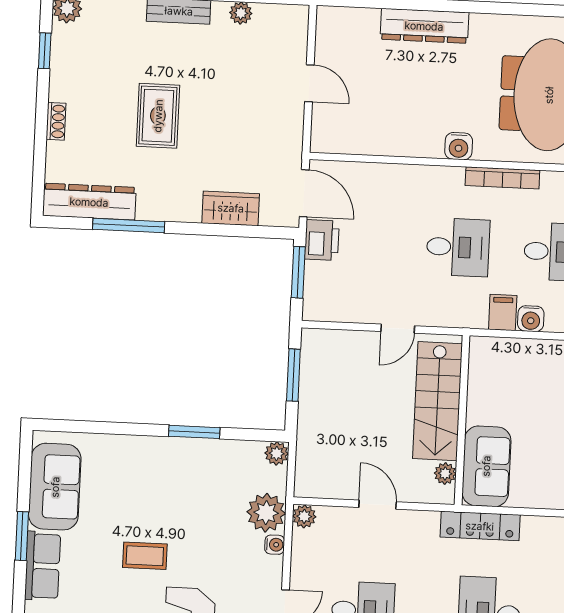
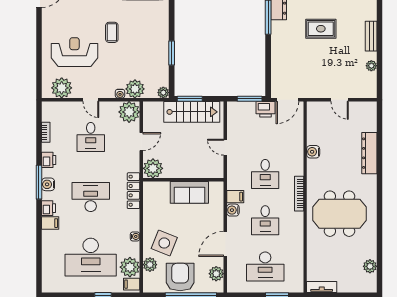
door: (309, 83) -> (340, 100), hinge flipped
water cooler: (459, 146) -> (313, 152), moved
wardrobe: (231, 208) -> (278, 65), removed
window: (293, 375) -> (190, 99), moved
stairs: (437, 401) -> (192, 112), moved, turned 180
sofa: (486, 466) -> (189, 192), moved
plant: (445, 474) -> (153, 168), width x1.88, depth x1.88
plant: (304, 516) -> (129, 112), width x1.87, depth x1.87

